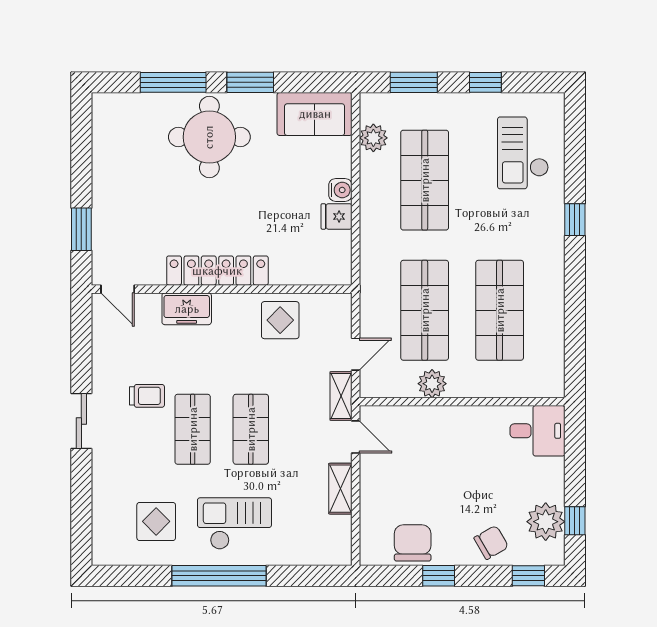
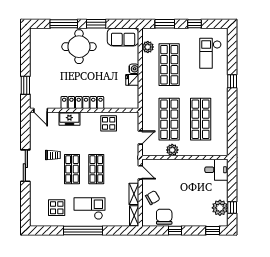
shelving: (341, 396) -> (134, 216), moved
sliding door: (81, 421) -> (25, 166), width x1.37
chair: (491, 542) -> (153, 198), moved

